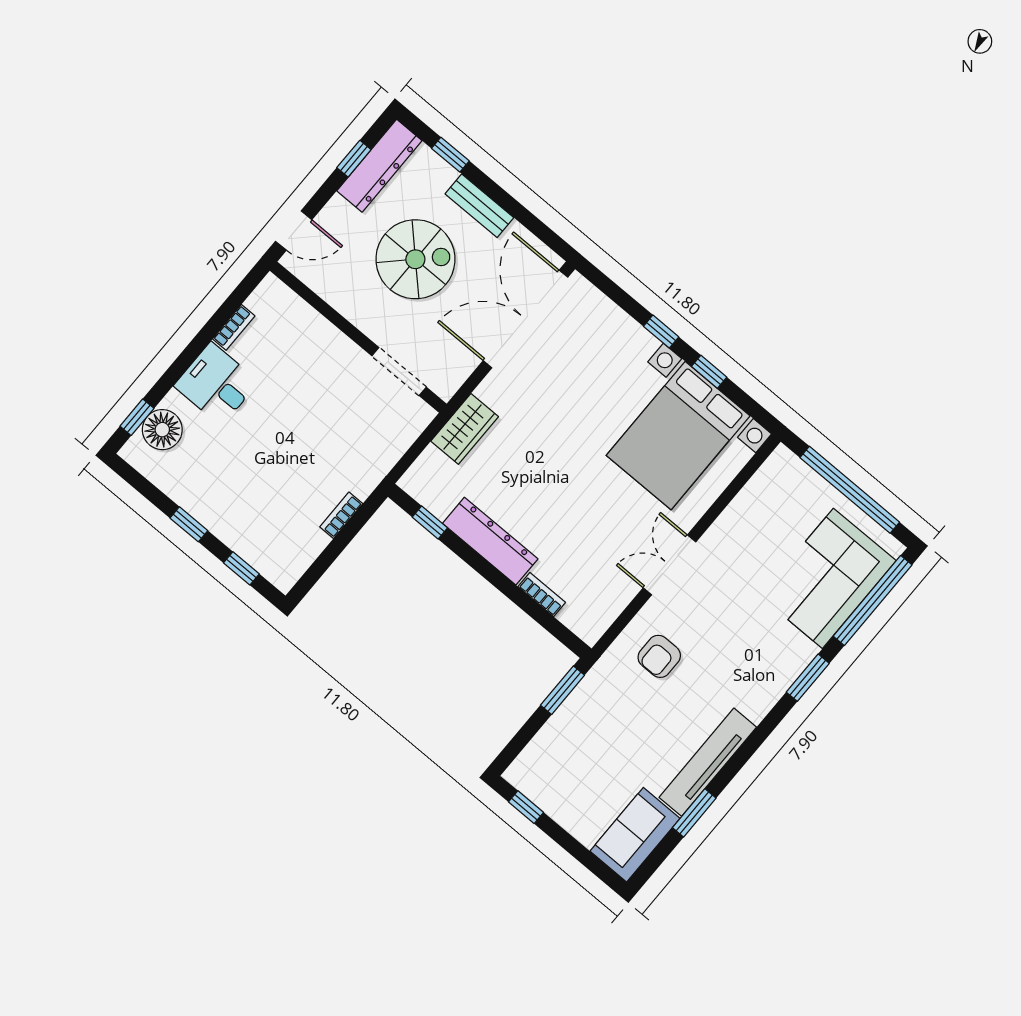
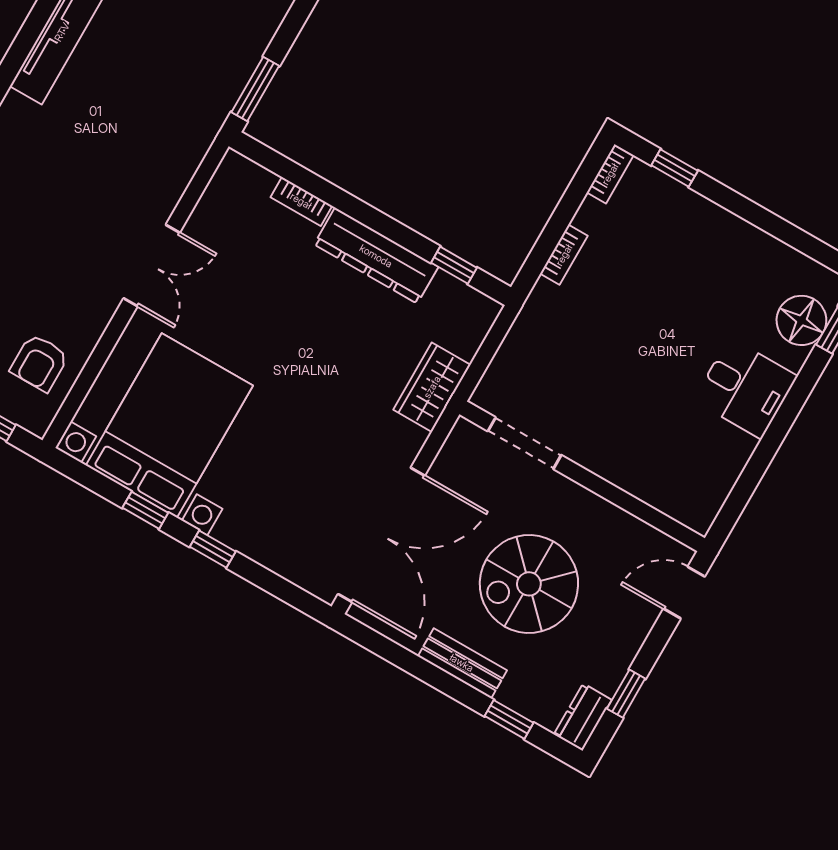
dresser: (379, 166) -> (583, 717), width x0.51, depth x0.80
bookcase: (234, 327) -> (610, 174), moved, turned 180
window: (189, 524) -> (748, 210), removed
armchair: (659, 656) -> (39, 363), moved, turned 180

